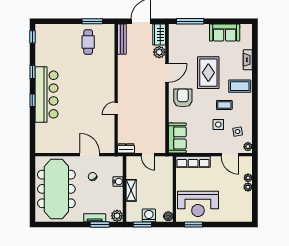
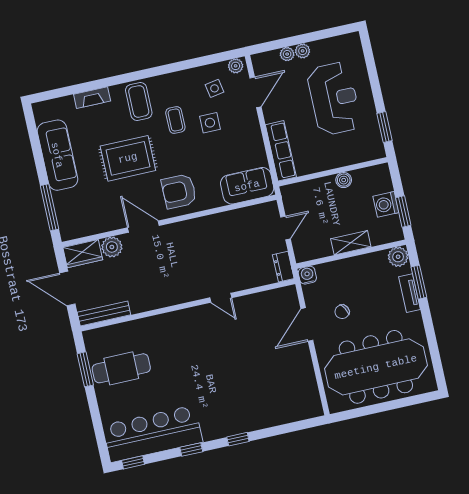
sofa: (225, 33) -> (57, 155), width x1.36
cafe table: (88, 42) -> (121, 368), width x1.37, depth x1.35
bar counter: (46, 95) -> (153, 434), moved
water cooler: (118, 182) -> (307, 275), moved
reception desk: (198, 204) -> (334, 99), moved
boiler: (168, 216) -> (344, 180), moved

